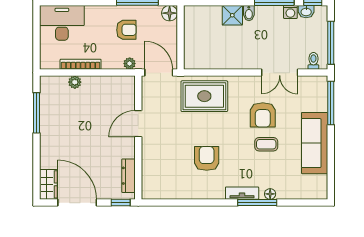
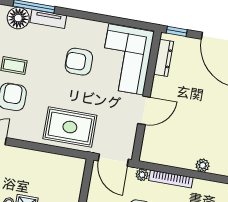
bookcase: (81, 64) -> (171, 179), moved
armchair: (207, 158) -> (79, 62), turned 90
corner sofa: (163, 168) -> (126, 59), added
floor lamp: (270, 194) -> (18, 18), width x1.89, depth x1.89

